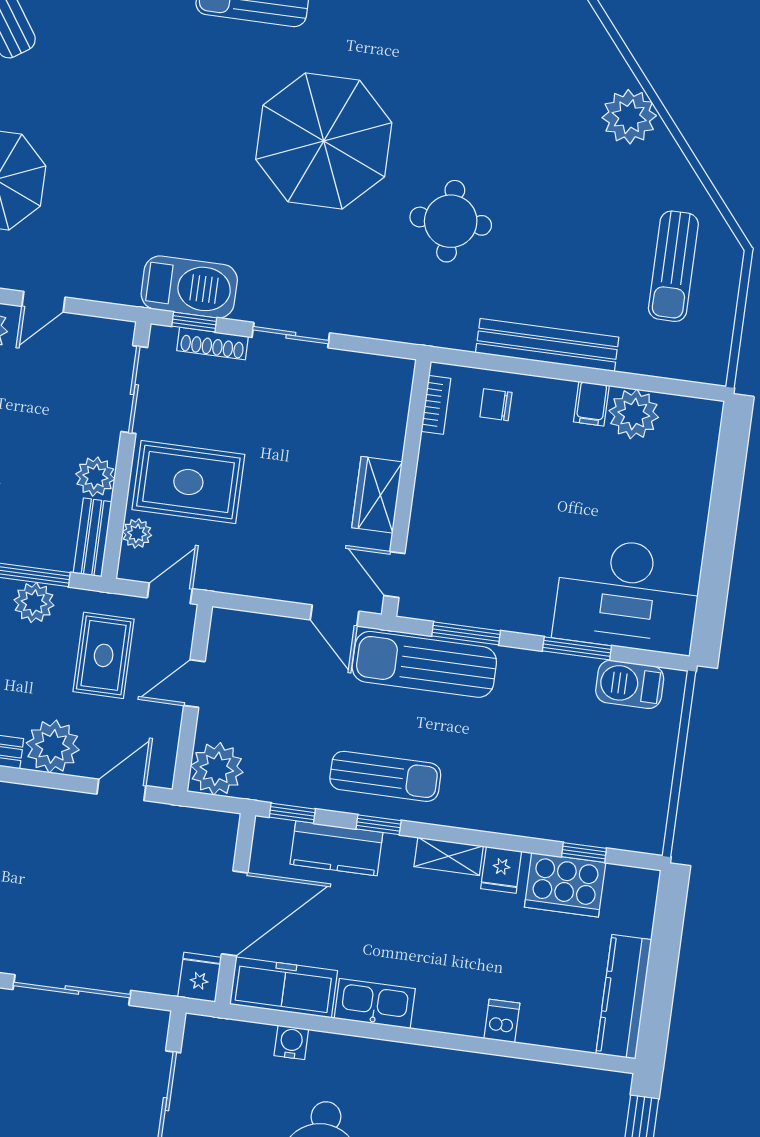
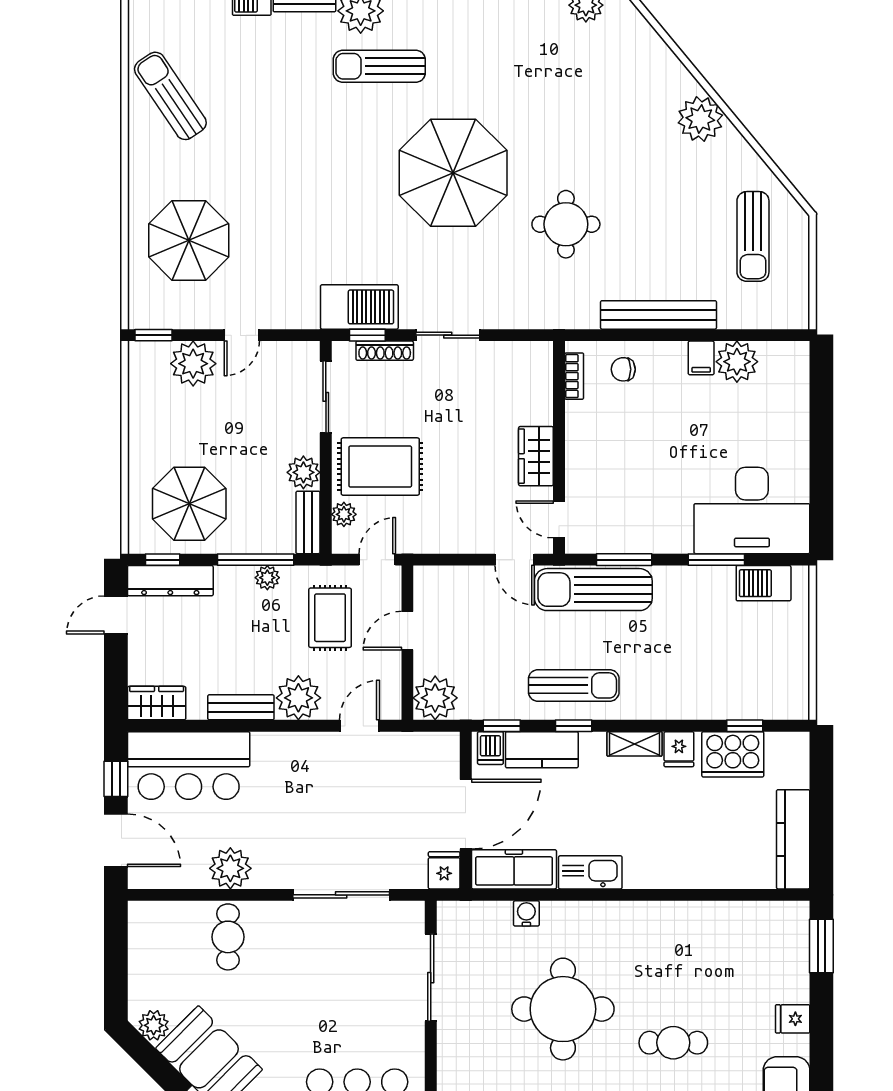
plant: (34, 603) -> (267, 578), width x0.73, depth x0.73
dishwasher: (502, 1021) -> (490, 748), moved, turned 180

